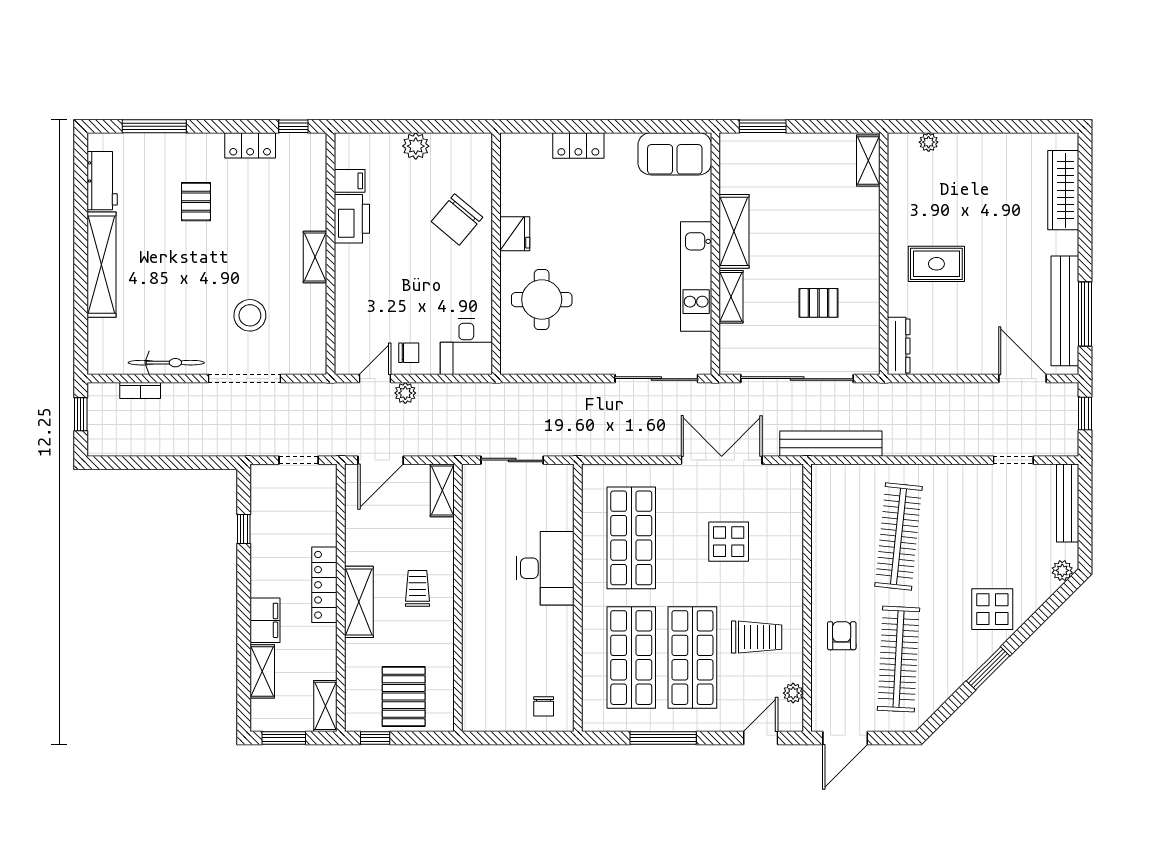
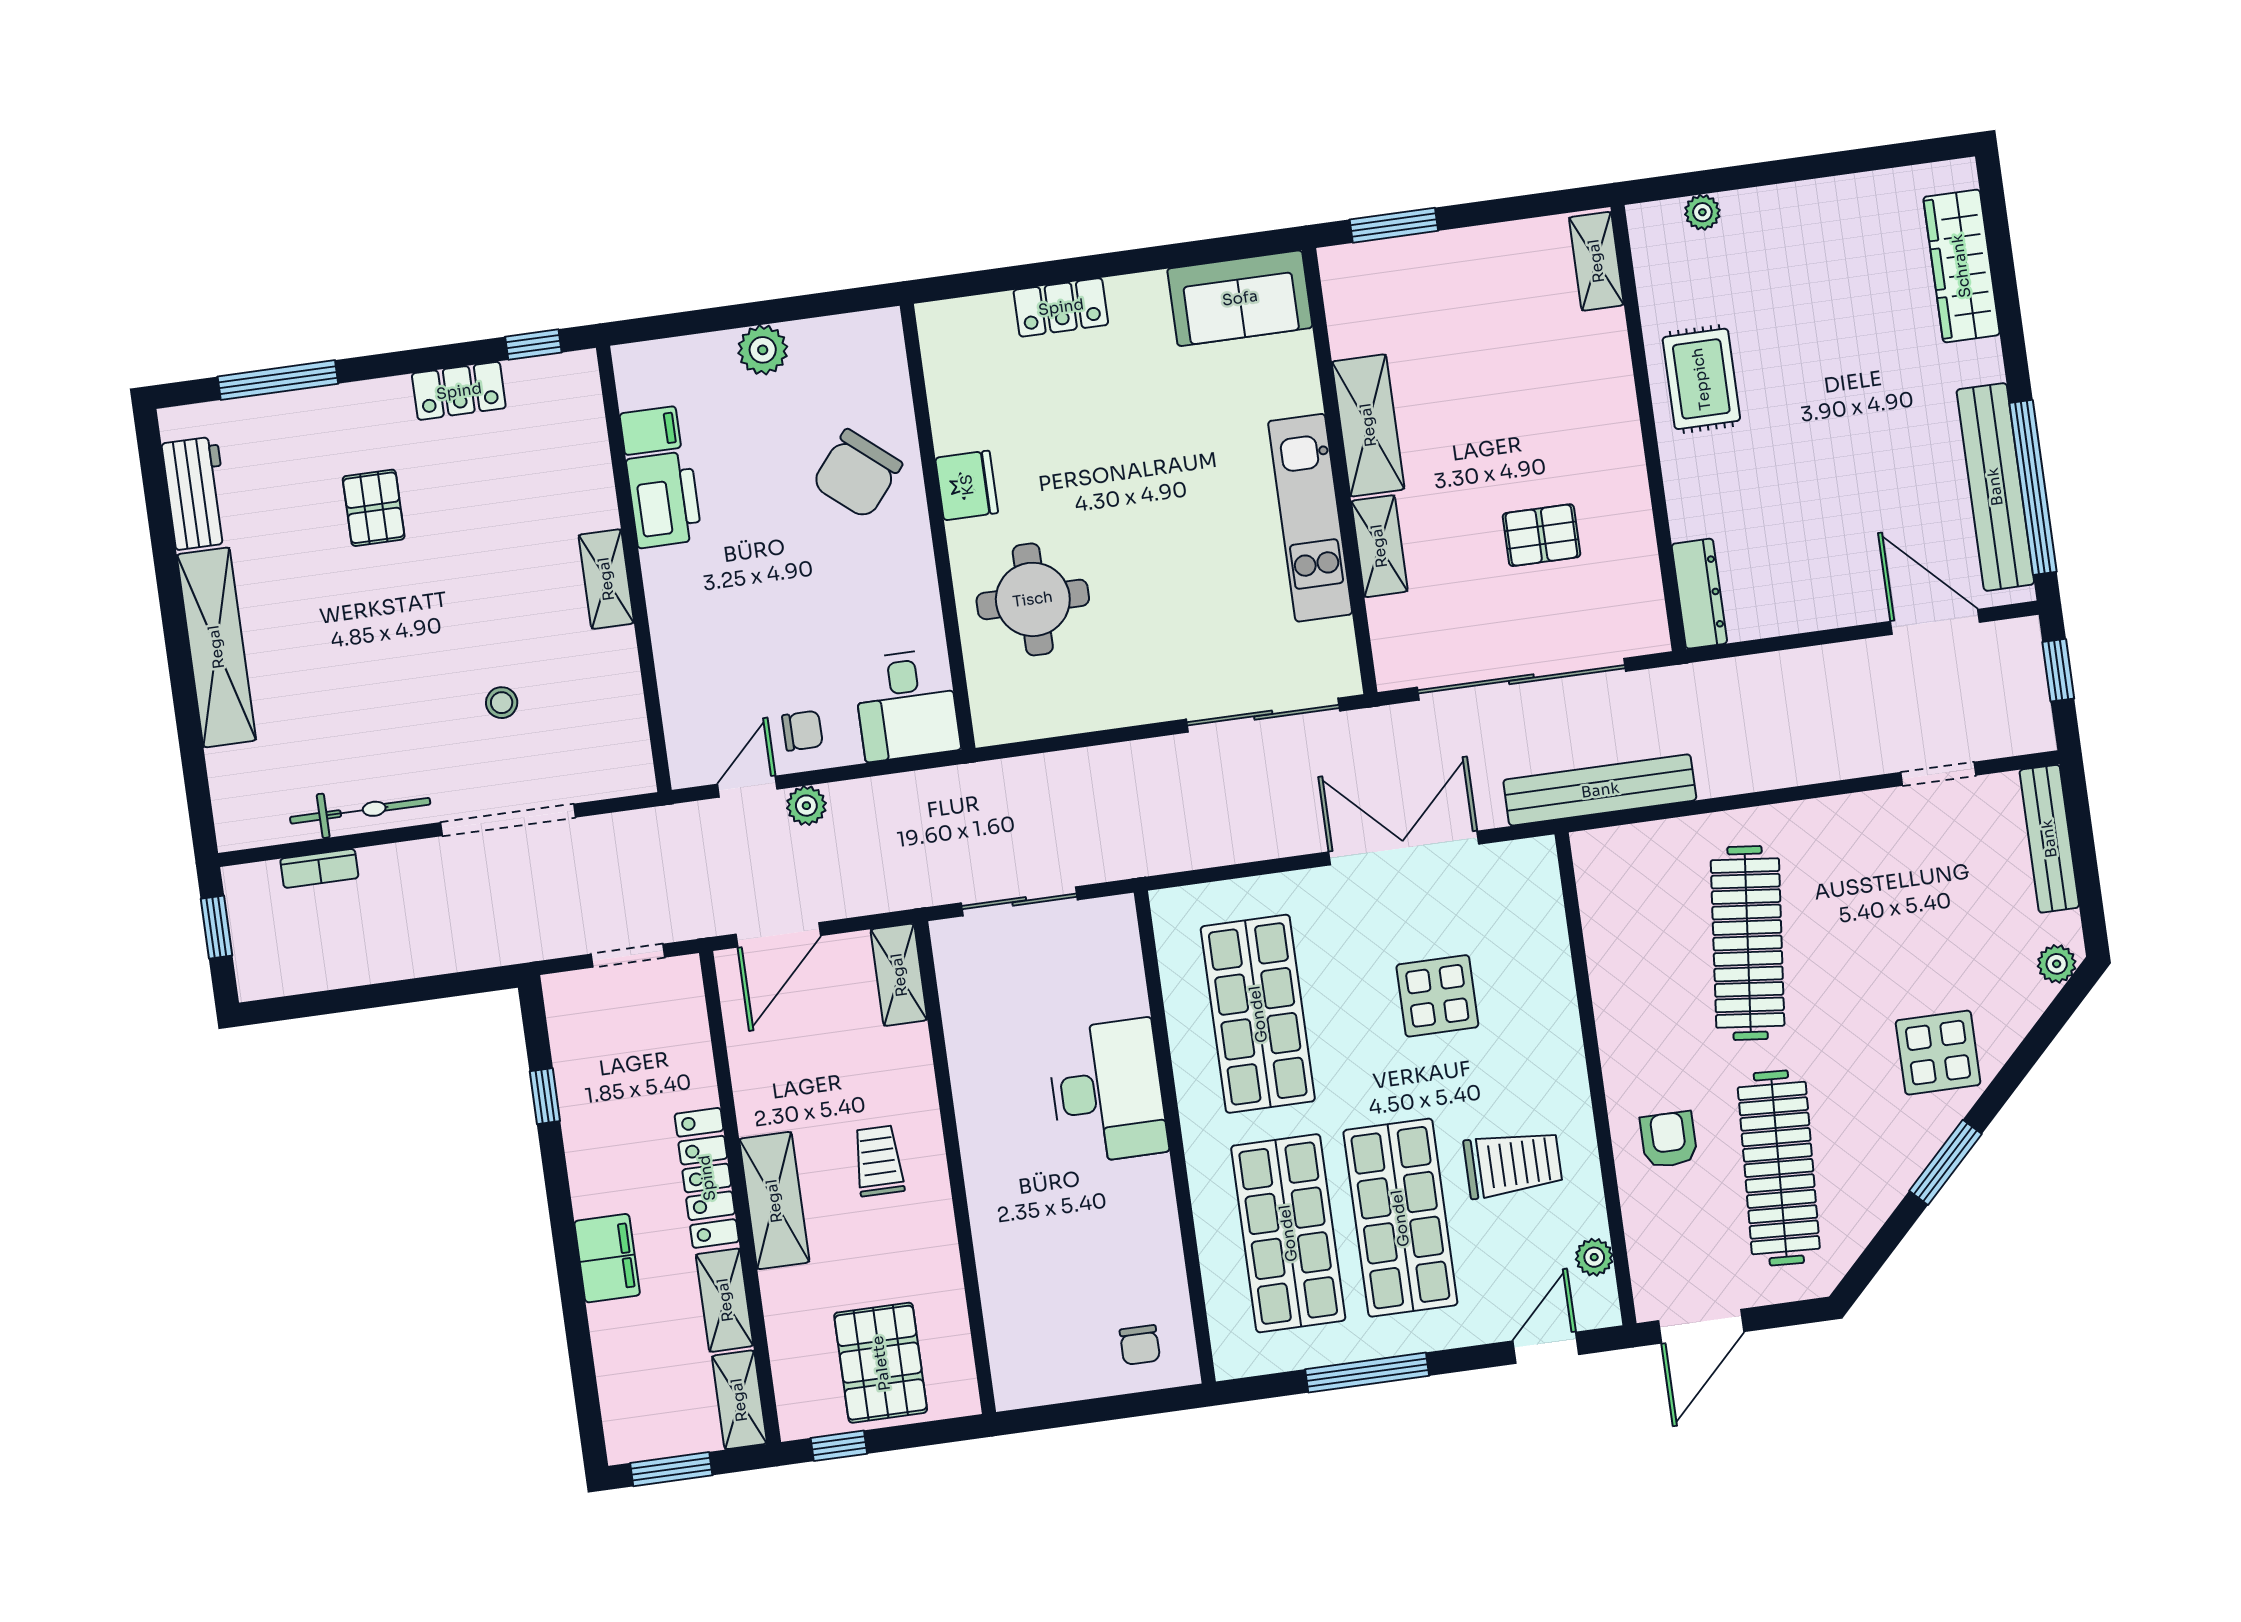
rug: (936, 264) -> (1701, 379), moved, turned 90
window: (1085, 314) -> (2033, 487), width x1.46
stool: (250, 315) -> (502, 703), width x0.53, depth x0.53
shelving: (262, 671) -> (725, 1300), moved

